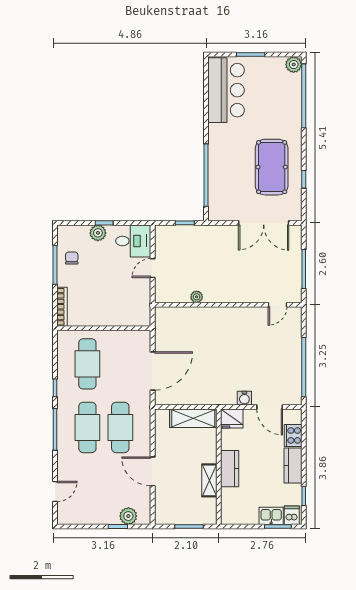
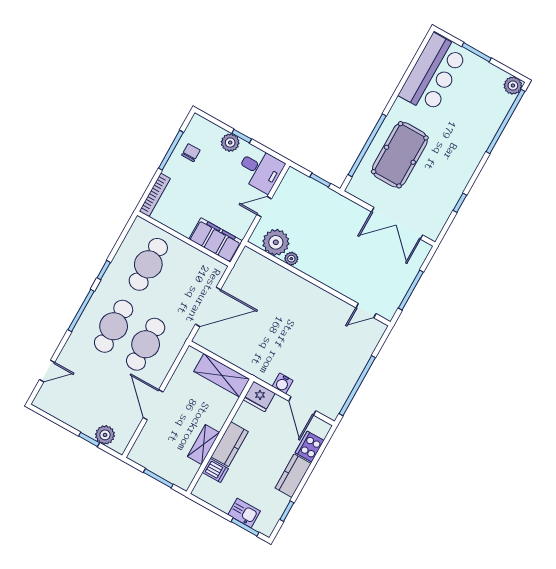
pool table: (272, 167) -> (400, 155), moved
plant: (177, 291) -> (276, 242), added
filing cabinet: (129, 315) -> (216, 240), added
dishwasher: (292, 515) -> (215, 470), moved, turned 90

